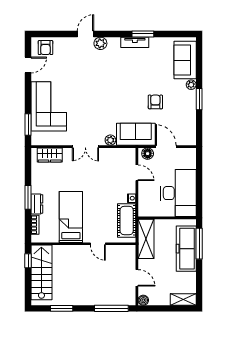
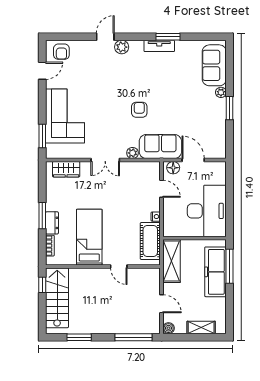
armchair: (155, 102) -> (139, 110), moved
shelving: (183, 300) -> (201, 327), moved

